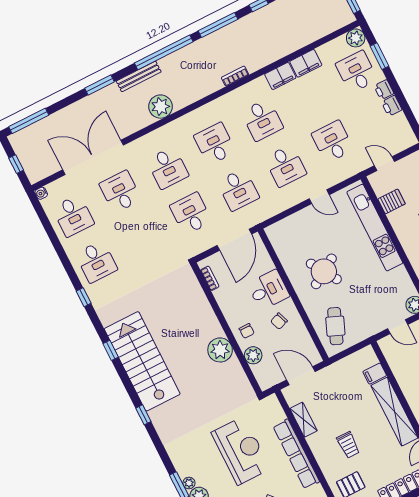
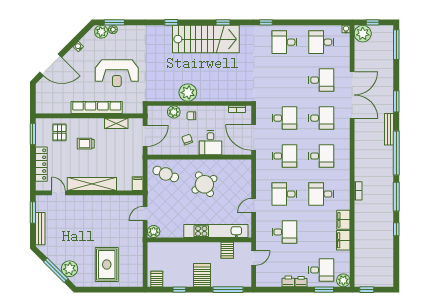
plant: (161, 107) -> (363, 34), moved
double door: (93, 157) -> (352, 95), moved
desk: (168, 168) -> (321, 118), turned 180
desk: (238, 190) -> (284, 156), turned 180
filing cabinet: (375, 374) -> (138, 184), moved

